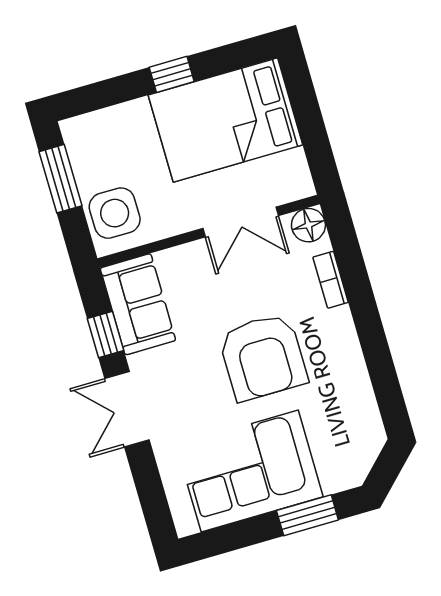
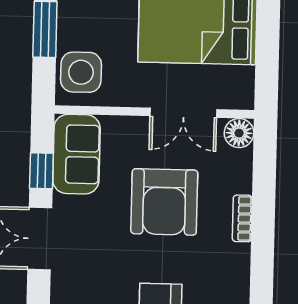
bookcase: (331, 280) -> (242, 218), moved
armchair: (263, 357) -> (164, 202), moved

